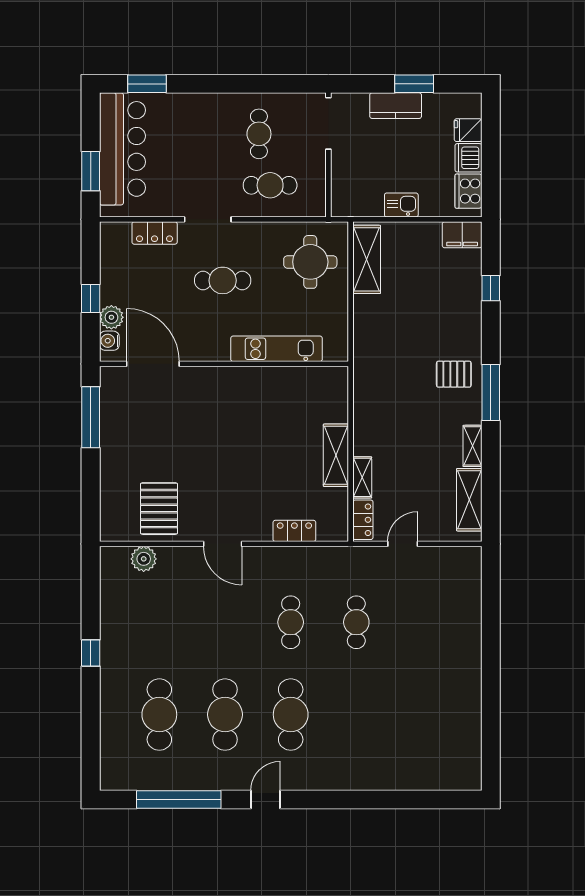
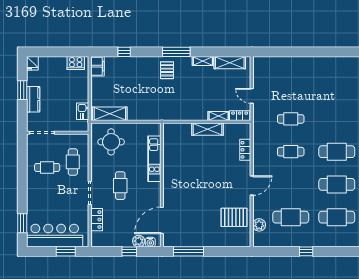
fridge: (468, 130) -> (32, 63), moved
dishwasher: (468, 158) -> (59, 63), removed
kitchen sink: (401, 205) -> (83, 111), moved
cafe table: (159, 622) -> (291, 217), added

